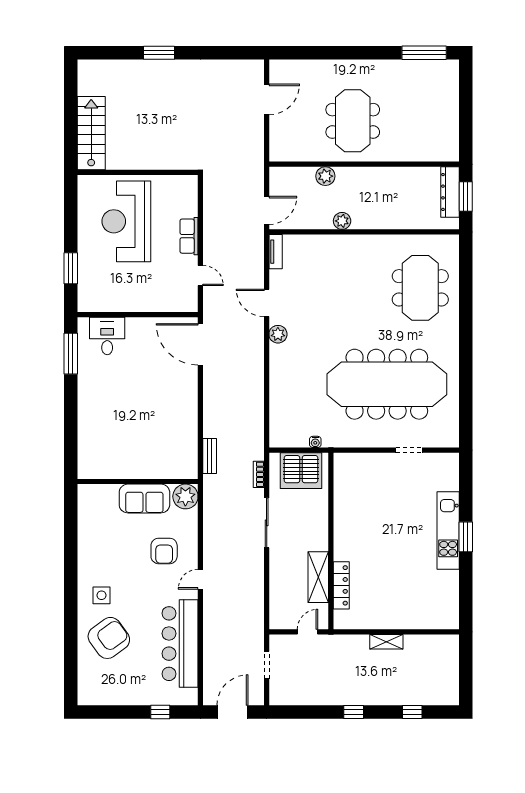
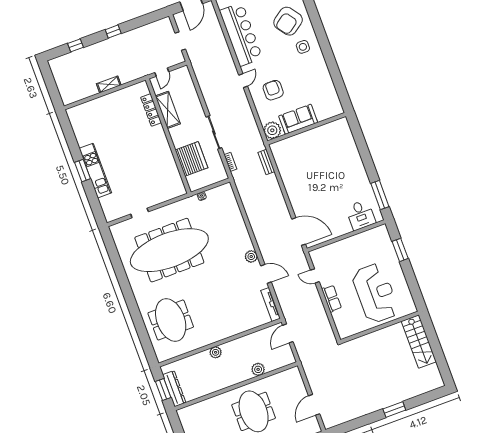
plant: (342, 221) -> (216, 352), moved
tv unit: (276, 252) -> (271, 304), width x1.41
server rack: (301, 471) -> (192, 159), moved, turned 90

